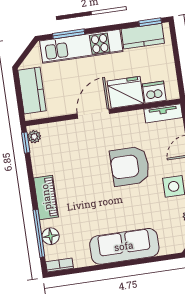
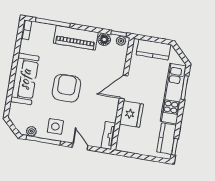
dishwasher: (154, 92) -> (125, 134), removed
door: (93, 114) -> (124, 87), swing flipped
armchair: (130, 166) -> (66, 88), moved
piano: (46, 197) -> (76, 38), width x1.37, depth x1.33
floor lamp: (51, 236) -> (104, 39), moved

